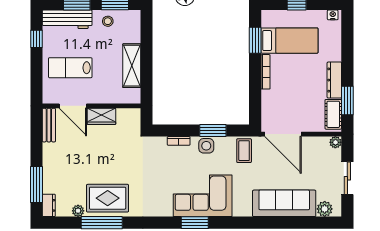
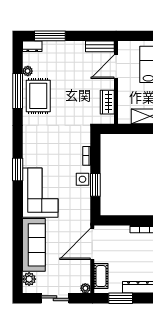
cot: (333, 114) -> (101, 276), moved, turned 90
wardrobe: (101, 116) -> (107, 102), moved
coffee table: (244, 151) -> (78, 211), removed
corner sofa: (203, 196) -> (40, 193), moved

